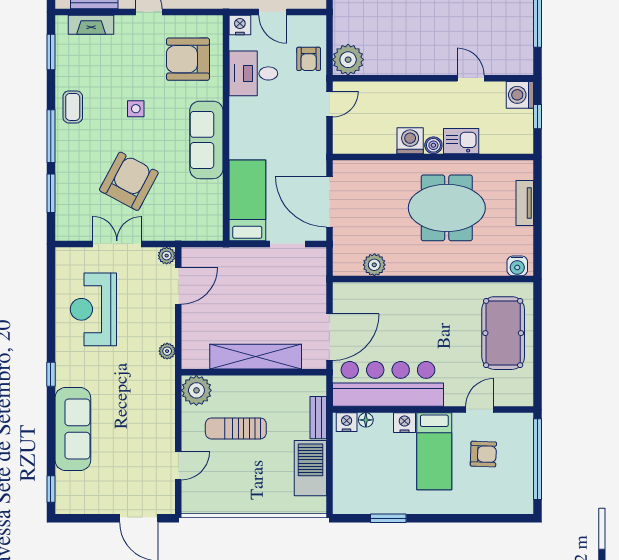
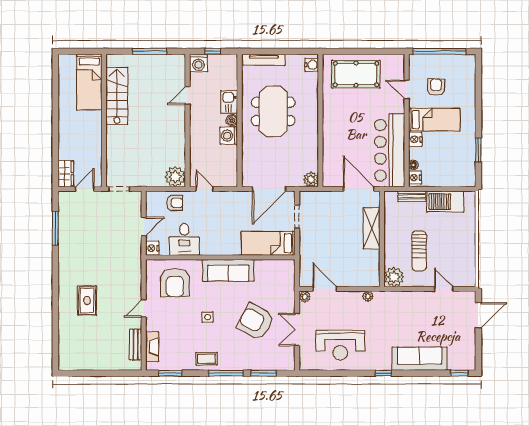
tv unit: (525, 203) -> (264, 60), width x1.41
plant: (374, 265) -> (311, 179), moved
shelving: (256, 357) -> (372, 228), width x0.68

